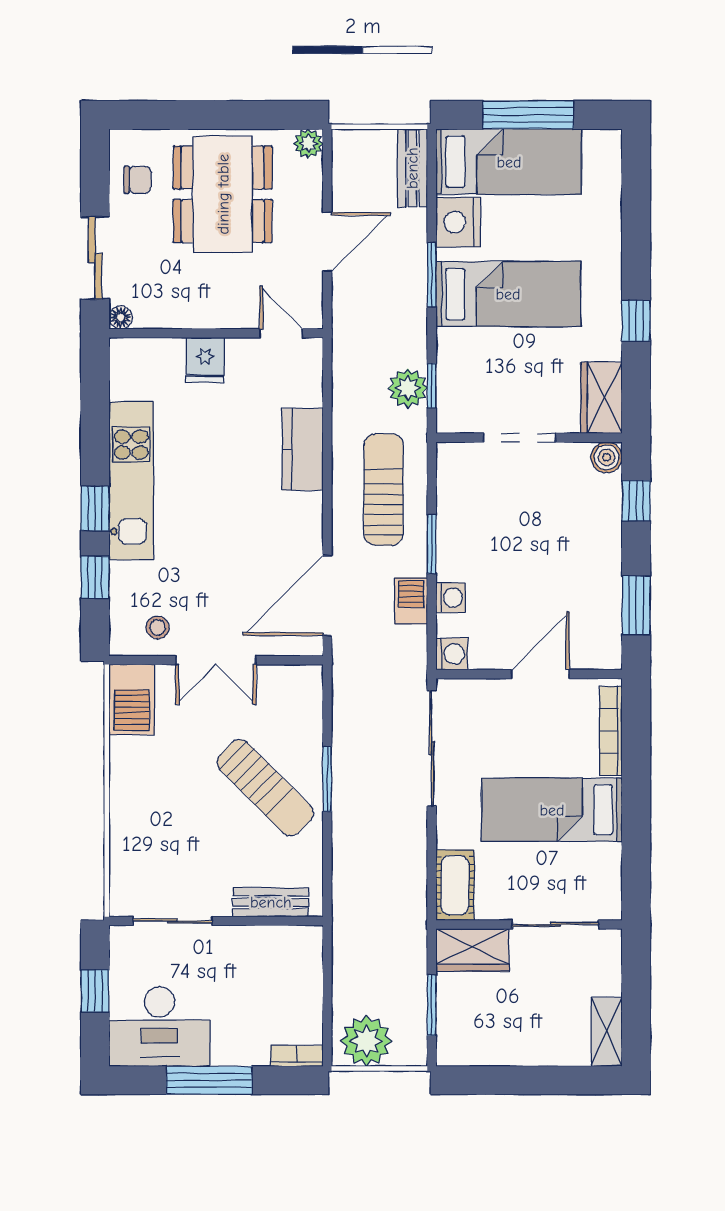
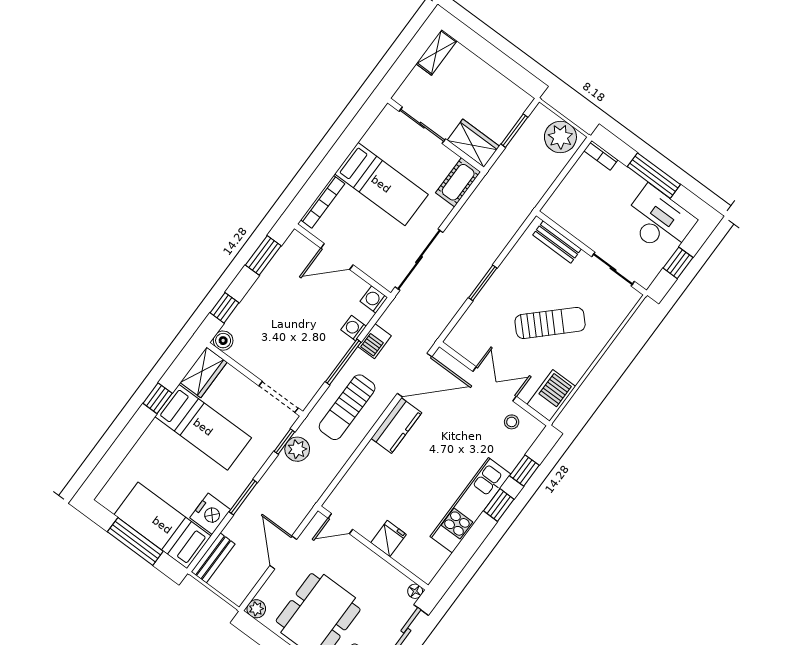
door: (327, 242) -> (283, 552), hinge flipped
bed: (508, 294) -> (203, 427), moved, turned 180
door: (281, 333) -> (340, 524), hinge flipped
doorway: (519, 438) -> (279, 397), moved
kitchen counter: (303, 449) -> (396, 426), moved
window: (432, 544) -> (343, 362), width x1.44
sun lounger: (265, 788) -> (550, 323), moved, turned 91

